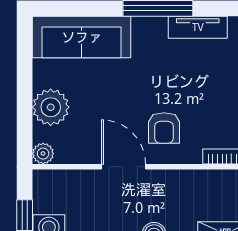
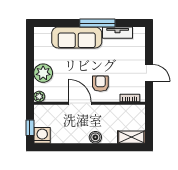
sofa: (82, 37) -> (77, 37), moved
armchair: (164, 128) -> (100, 84), turned 180

